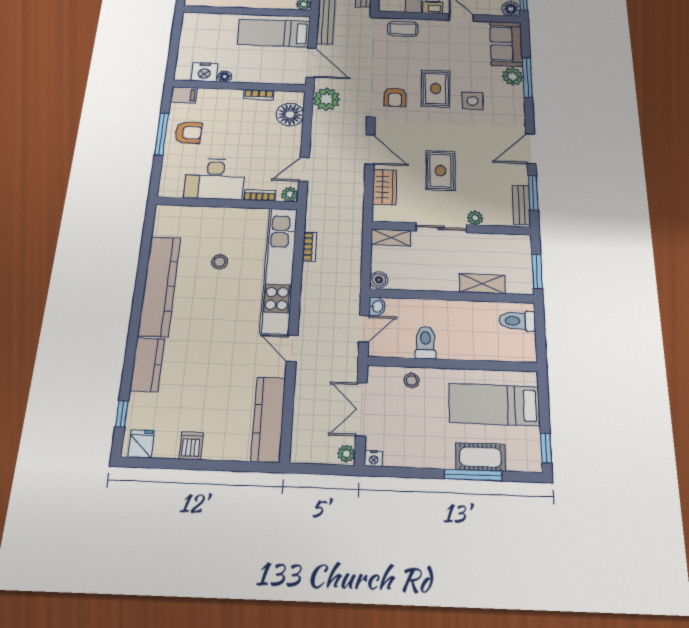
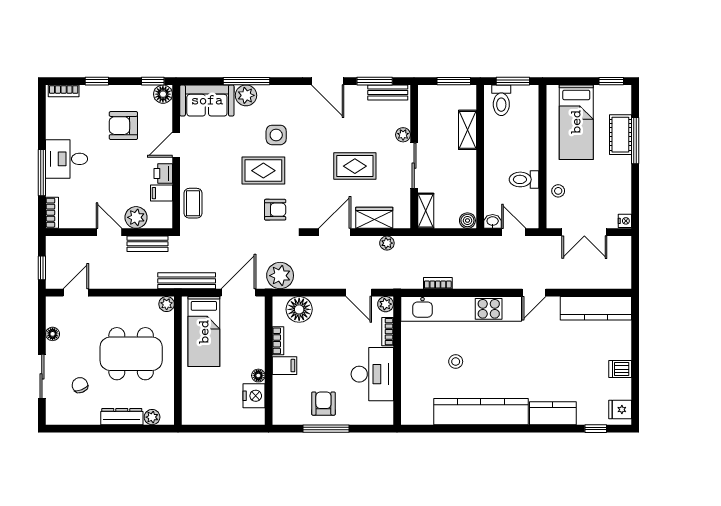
filing cabinet: (184, 95) -> (284, 366), moved, turned 90
window: (540, 334) -> (513, 81), added
plant: (346, 454) -> (387, 243), moved

